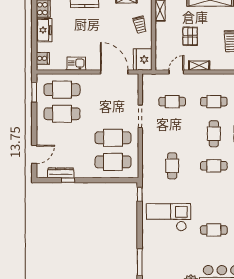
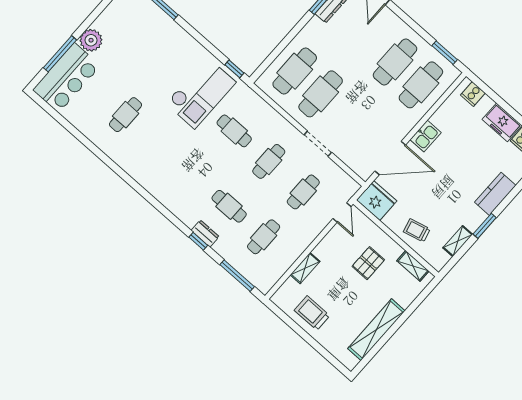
pallet: (190, 36) -> (368, 263), moved, turned 90
kitchen sink: (76, 64) -> (426, 136), moved
shelving: (199, 66) -> (305, 268), moved
door: (176, 72) -> (342, 213), moved
cafe table: (214, 166) -> (269, 161), moved
checkout: (169, 217) -> (201, 93), moved

